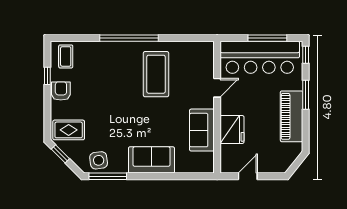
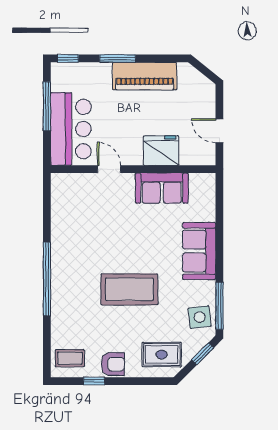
bar counter: (260, 57) -> (71, 129), width x0.73
coffee table: (156, 74) -> (129, 289), moved
armchair: (61, 91) -> (113, 364), turned 180
rug: (69, 130) -> (162, 354), turned 90
window: (60, 154) -> (203, 354), moved

